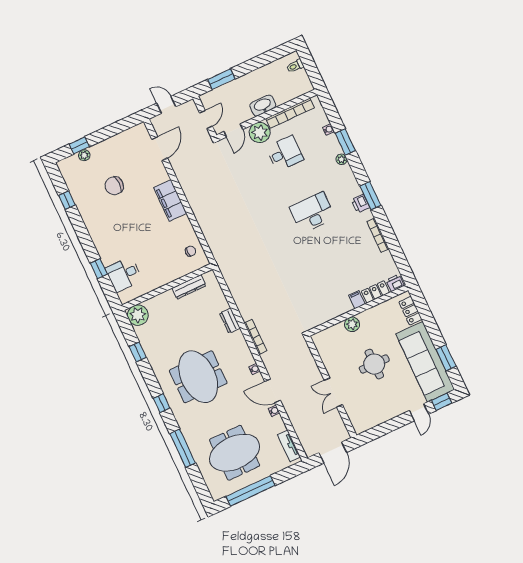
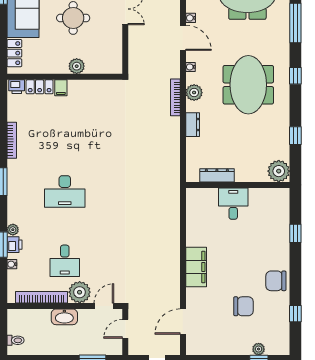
desk: (285, 153) -> (65, 261), turned -90
printer: (360, 204) -> (14, 245), moved
chair: (191, 251) -> (276, 281), moved, width x1.87, depth x1.87
desk: (124, 274) -> (233, 204), moved, turned -90
plant: (241, 349) -> (194, 93), added

